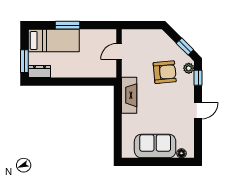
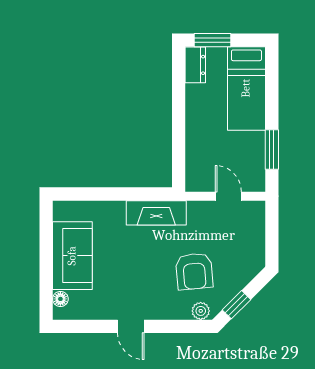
window: (67, 25) -> (272, 149), moved
window: (198, 78) -> (185, 326), removed

